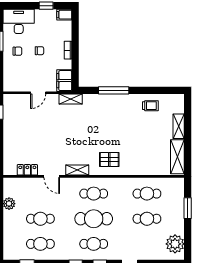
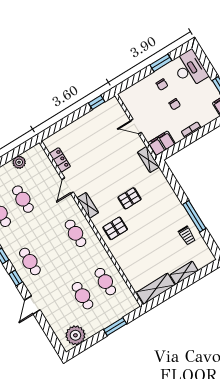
window: (114, 90) -> (194, 216), moved
pallet: (92, 133) -> (130, 198), added
pallet: (109, 159) -> (115, 228), turned 90
cafe table: (94, 219) -> (53, 247), removed

